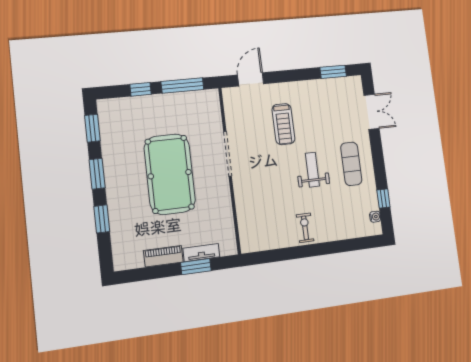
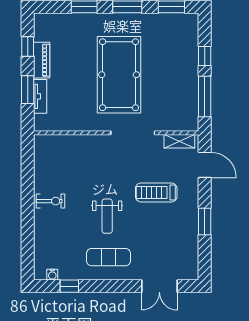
window: (333, 72) -> (205, 222), moved
shelving: (230, 106) -> (179, 141), added
weight bench: (312, 170) -> (107, 216), turned 90
pool table: (170, 174) -> (119, 75), turned 90
window: (151, 273) -> (28, 47), added

